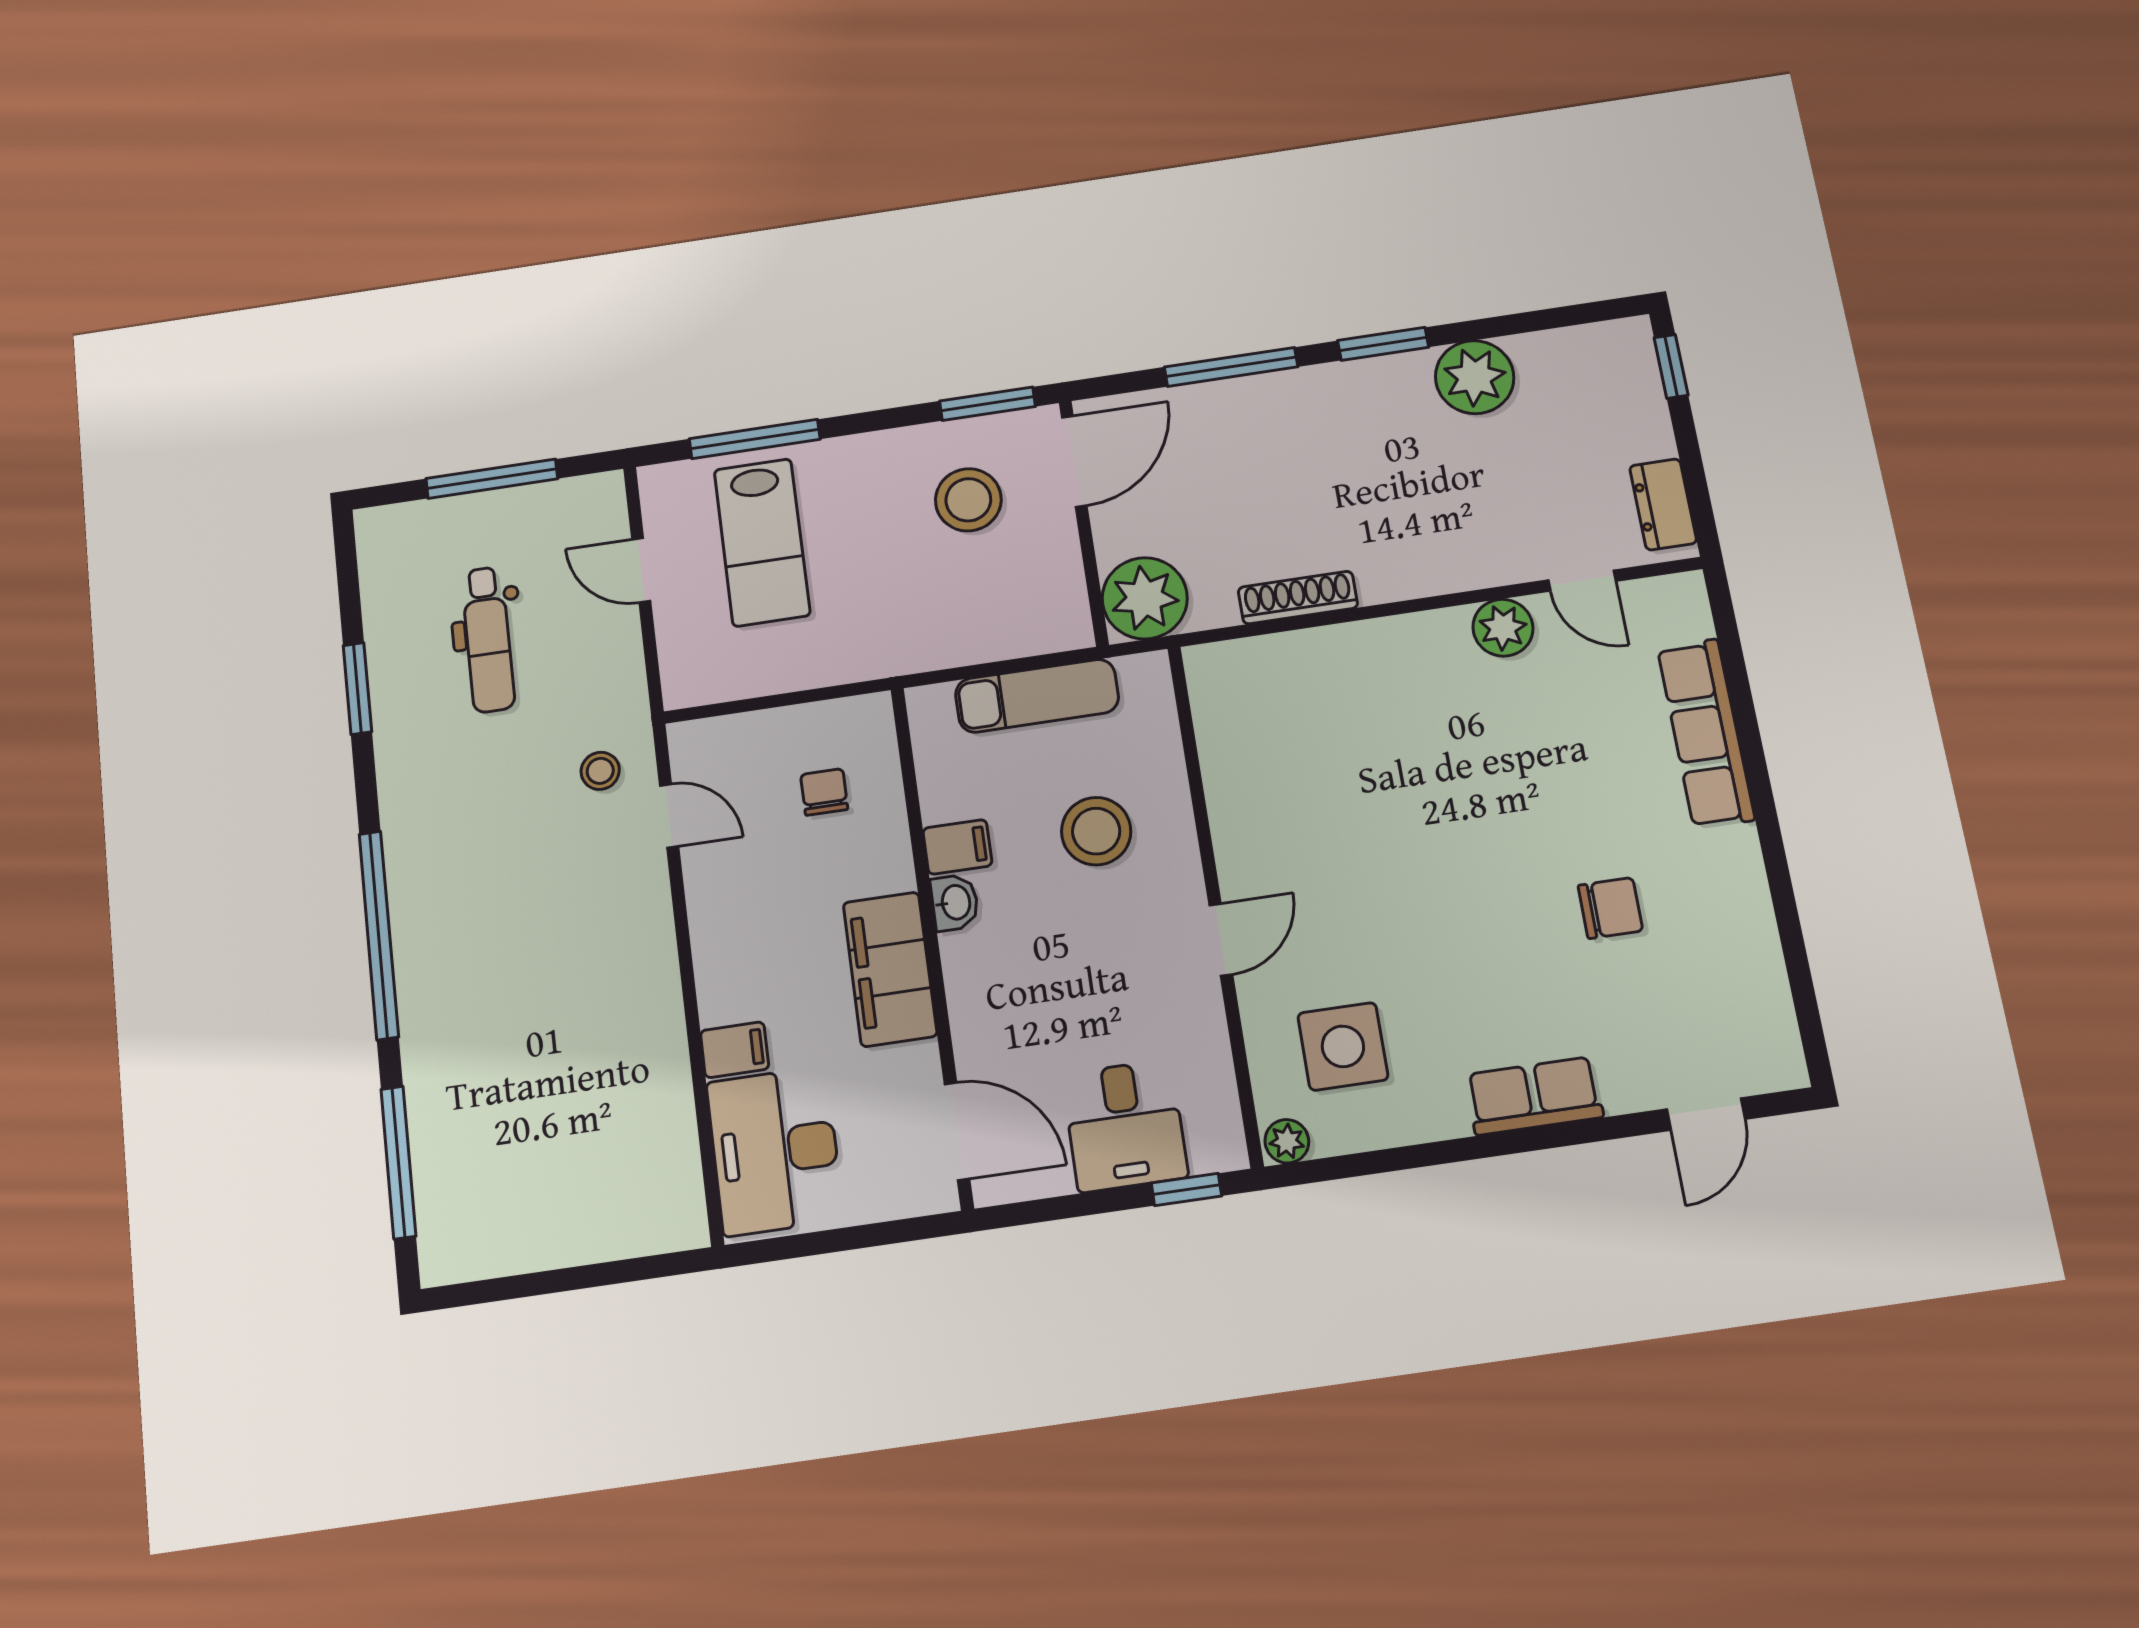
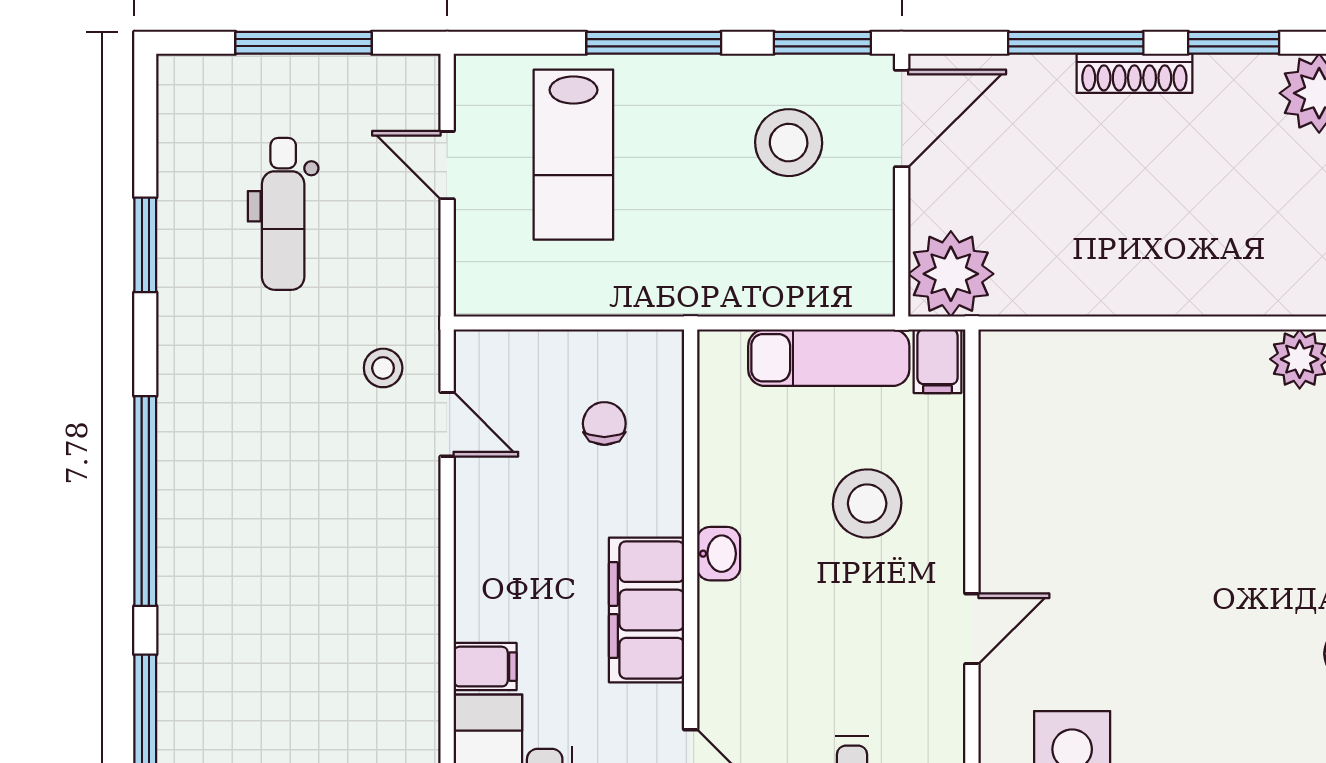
window: (755, 439) -> (654, 43), moved
shoe rack: (1298, 598) -> (1134, 73), moved, turned 180
filing cabinet: (957, 847) -> (938, 361), moved, turned 90

